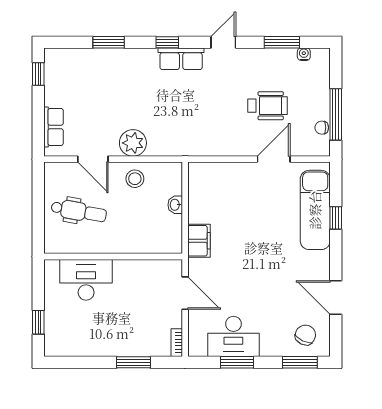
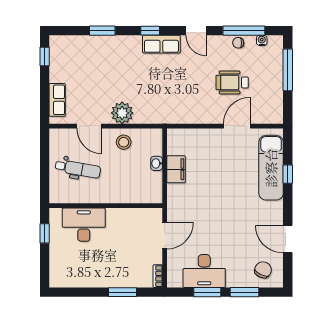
door: (223, 42) -> (196, 31), swing flipped
window: (282, 42) -> (244, 31), width x1.44
wheelchair: (268, 106) -> (232, 82), turned 180
window: (336, 114) -> (288, 70), moved
chair: (322, 128) -> (238, 43), moved
filing cabinet: (199, 241) -> (176, 169), moved
door: (185, 293) -> (165, 236), hinge flipped
window: (38, 322) -> (45, 233), moved
window: (300, 362) -> (244, 292), moved

